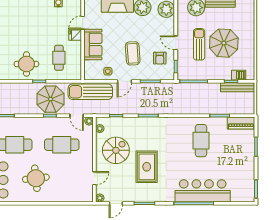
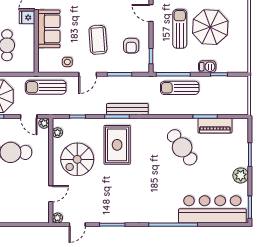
door: (176, 43) -> (151, 13), moved
barbecue: (239, 75) -> (207, 67), moved
bench: (237, 87) -> (127, 109), moved
sun lounger: (90, 92) -> (46, 87), width x0.73, depth x0.75
sun lounger: (199, 92) -> (180, 88), added
piano: (241, 123) -> (215, 126), moved
cafe table: (201, 141) -> (182, 147), turned -35
spiral stairs: (116, 150) -> (77, 159), turned 180
plant: (249, 163) -> (241, 175), added
rug: (147, 167) -> (117, 145), moved
bar counter: (203, 191) -> (212, 209), moved

